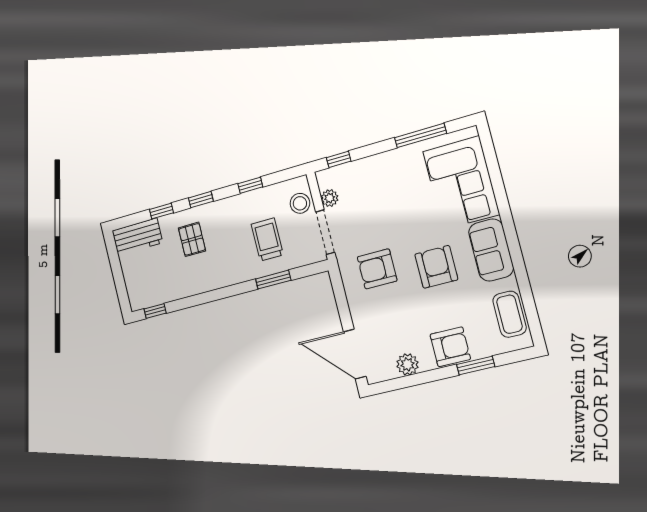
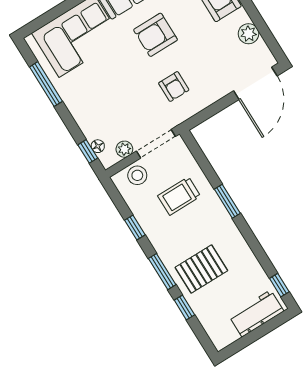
floor lamp: (341, 171) -> (98, 146), added
window: (201, 200) -> (162, 272), width x1.50
workbench: (137, 237) -> (256, 313), moved, turned -90
pallet: (192, 239) -> (201, 269), width x1.50, depth x1.42
armchair: (377, 269) -> (174, 87), width x0.72, depth x0.72
window: (273, 280) -> (227, 201), moved

